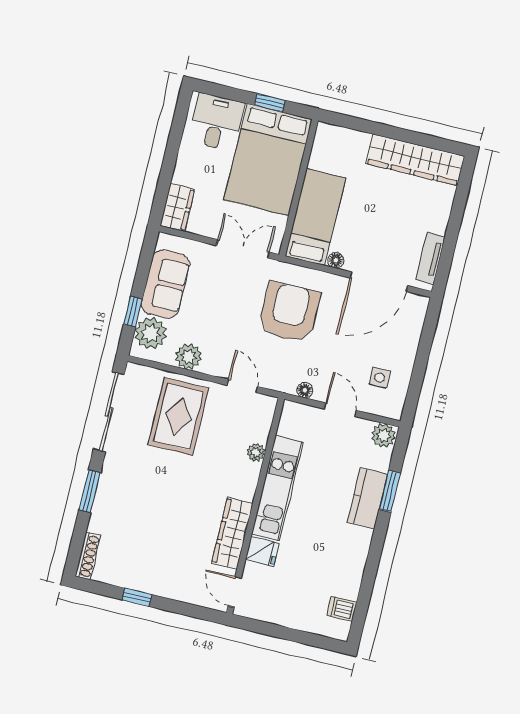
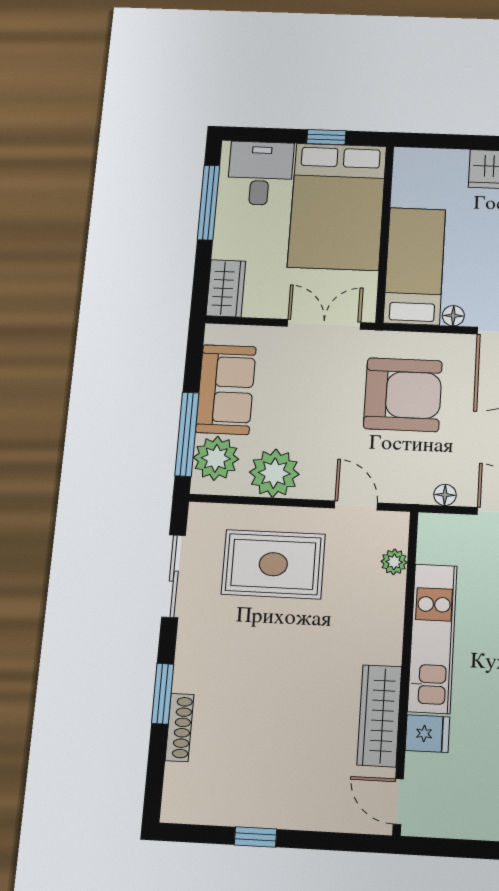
window: (175, 138) -> (209, 202), added
window: (133, 312) -> (187, 434), width x2.17
armchair: (289, 312) -> (403, 395), turned 90
plant: (188, 357) -> (274, 473), width x1.36, depth x1.36
sliding door: (109, 412) -> (174, 576), width x0.73
rug: (178, 417) -> (273, 564), turned 90
plant: (256, 452) -> (394, 562), moved
shoe rack: (88, 556) -> (179, 727), moved

